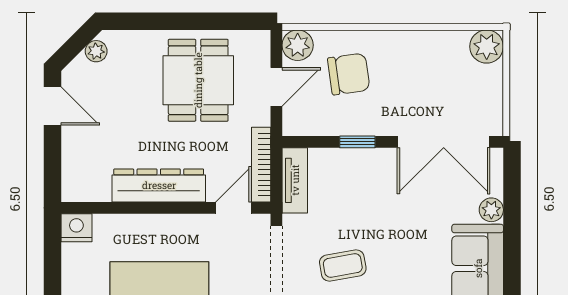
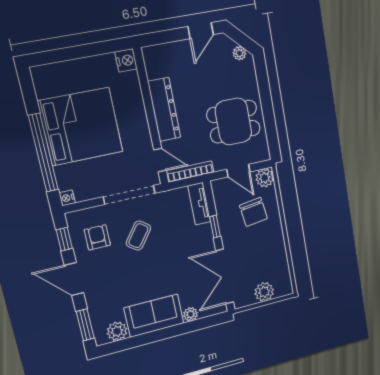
plant: (487, 47) -> (264, 292), moved
tv unit: (295, 180) -> (199, 204), moved, turned 90
coffee table: (343, 266) -> (138, 236), turned 47

